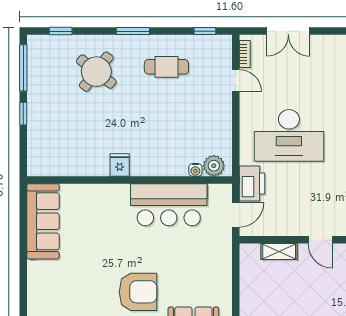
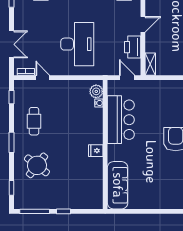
door: (236, 81) -> (43, 78), hinge flipped
printer: (252, 183) -> (133, 47), moved, turned -90
sofa: (43, 221) -> (118, 185), moved, turned 90
shelving: (279, 251) -> (150, 64), moved

